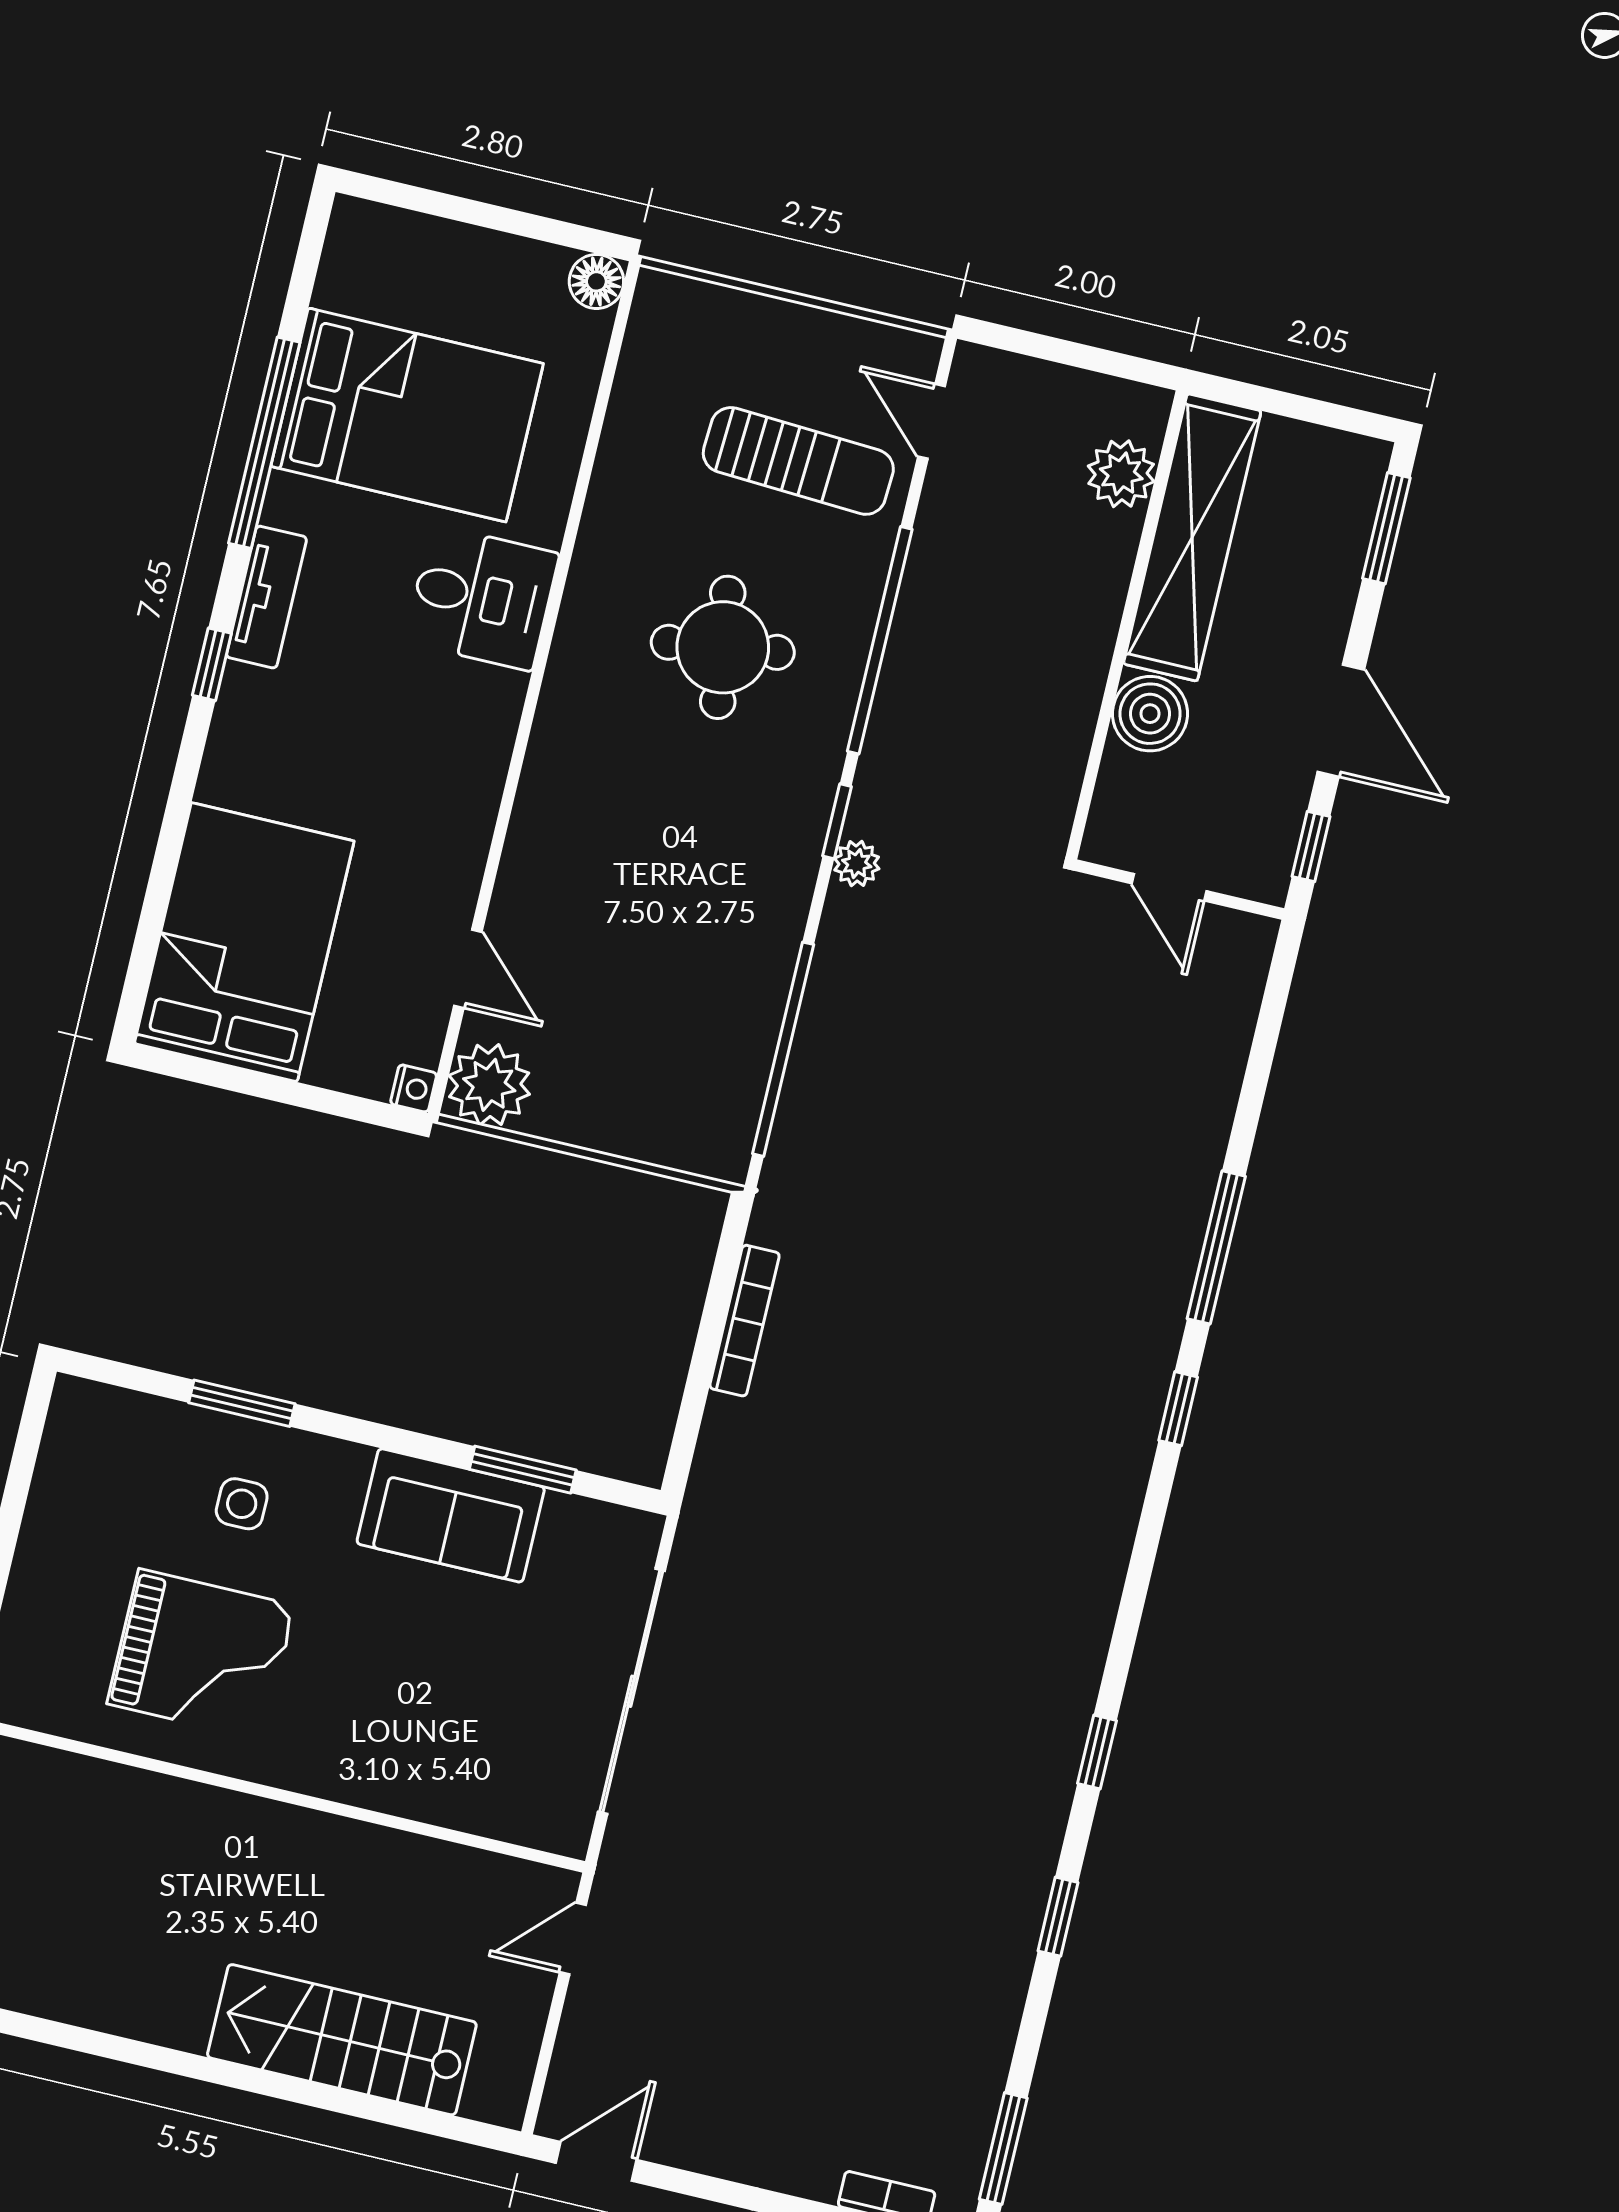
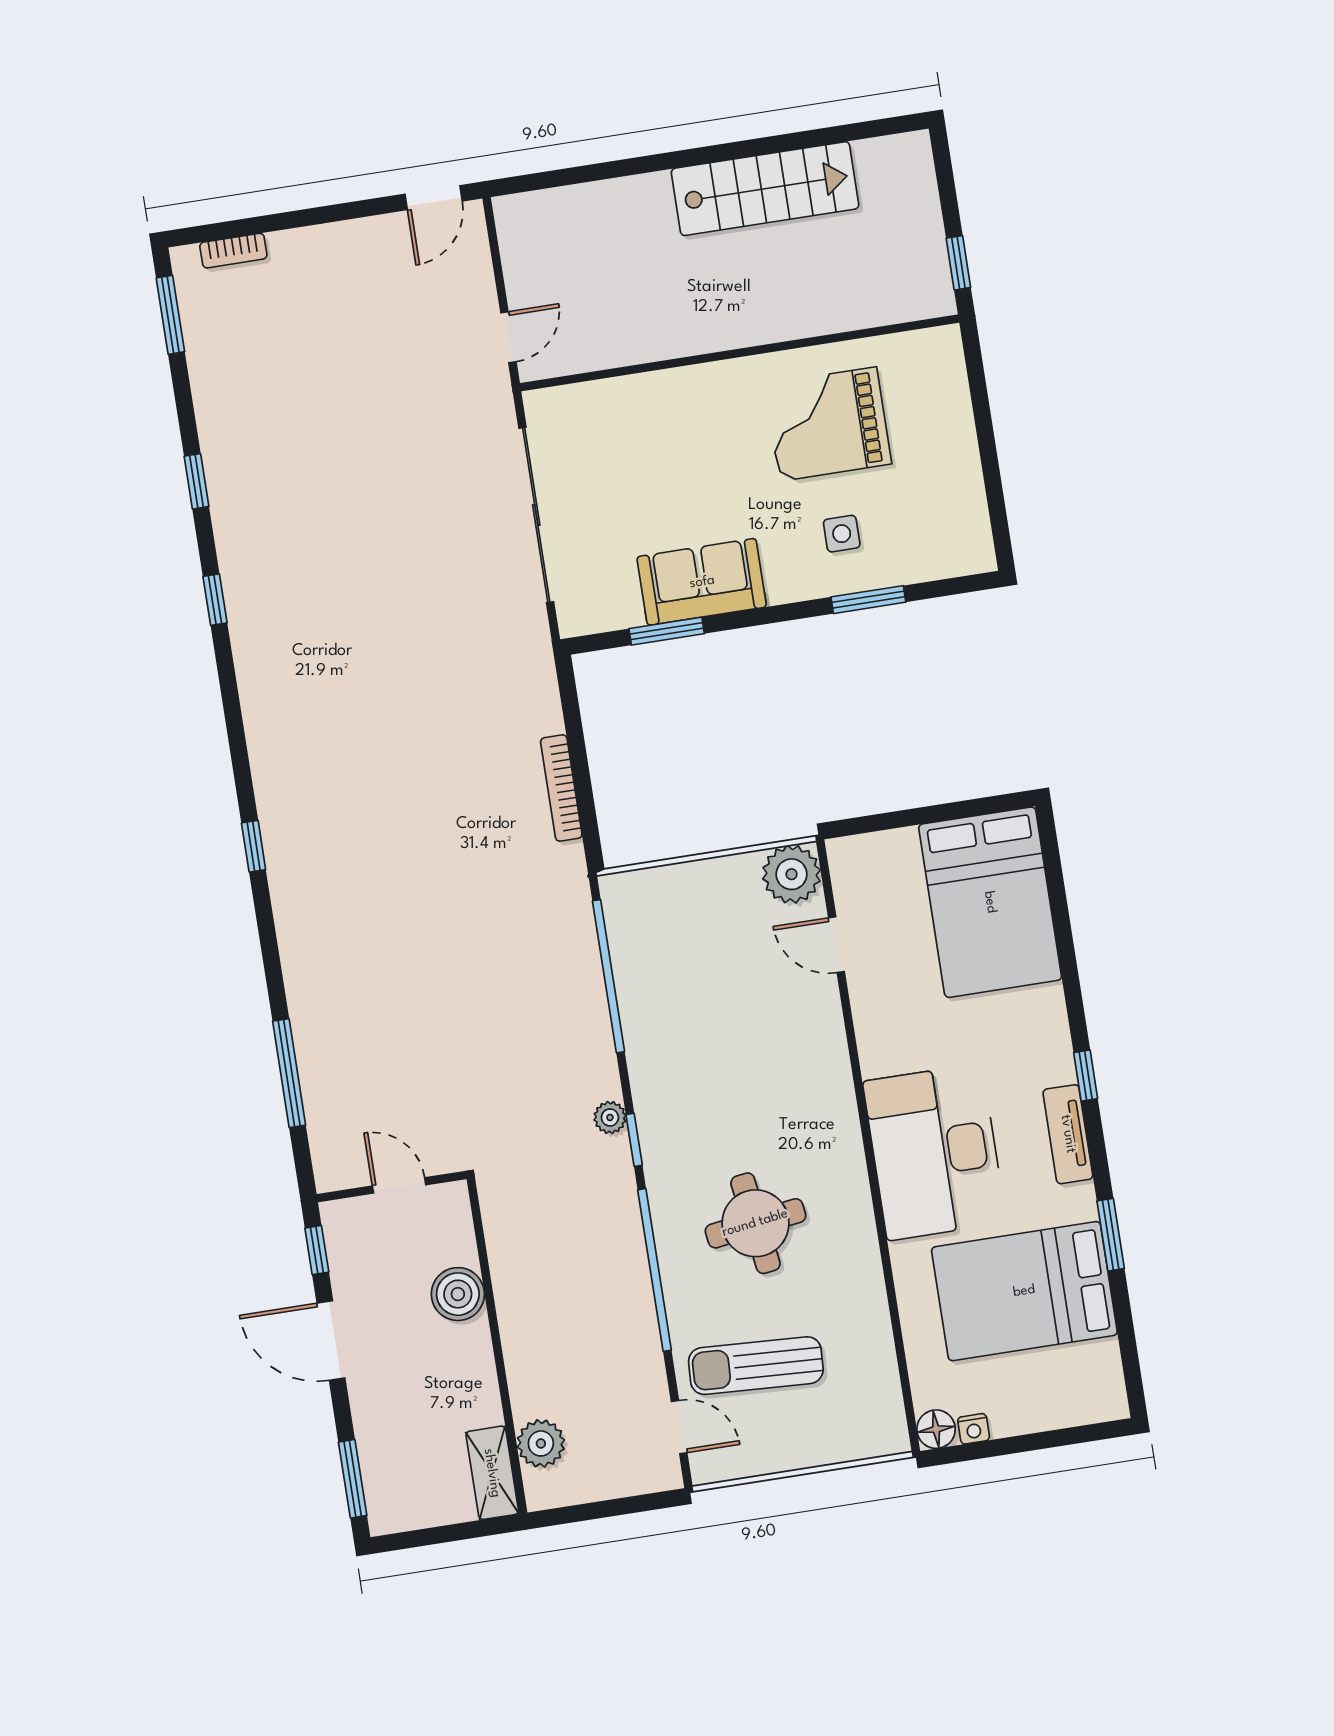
window: (264, 443) -> (1111, 1235), width x0.47
shelving: (1192, 537) -> (492, 1473), width x0.45, depth x0.75
desk: (482, 598) -> (934, 1152), width x1.87, depth x1.30
nightstand: (414, 1088) -> (974, 1429), moved, turned -90
window: (1216, 1247) -> (289, 1073), moved
stairs: (342, 2040) -> (765, 189), moved

